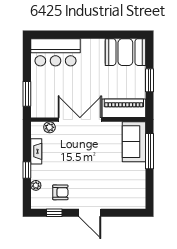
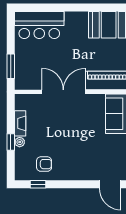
plant: (49, 127) -> (33, 99), removed
plant: (36, 185) -> (20, 142), moved
door: (90, 213) -> (110, 184), moved

